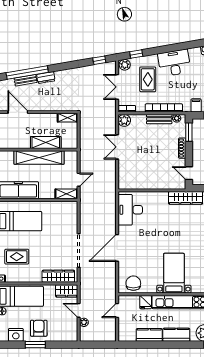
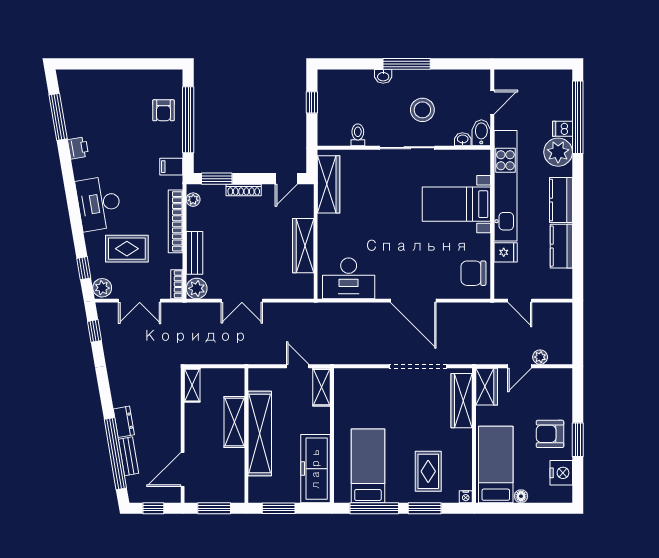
bench: (159, 119) -> (194, 253), moved
wardrobe: (149, 183) -> (303, 246), added

